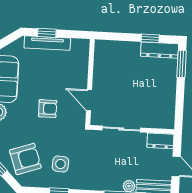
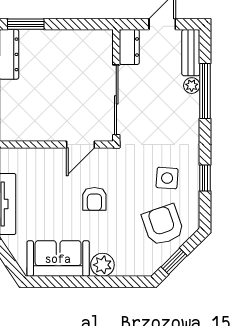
armchair: (48, 109) -> (94, 199), turned 180
sliding door: (121, 129) -> (116, 100), width x1.37

